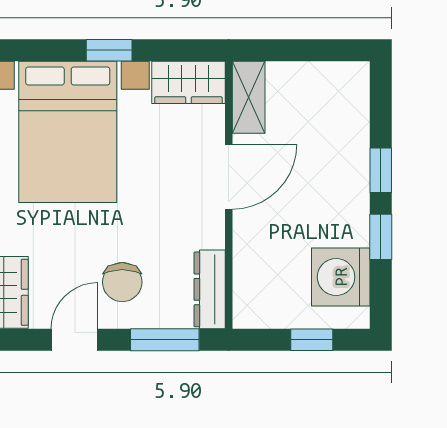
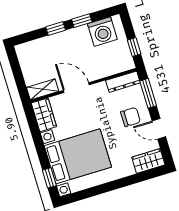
window: (109, 50) -> (49, 178), moved
window: (312, 340) -> (134, 47), moved

